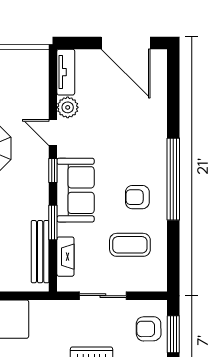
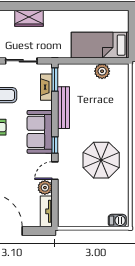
door: (53, 133) -> (55, 171), swing flipped
window: (53, 223) -> (55, 79), moved
bench: (40, 252) -> (64, 108), moved

